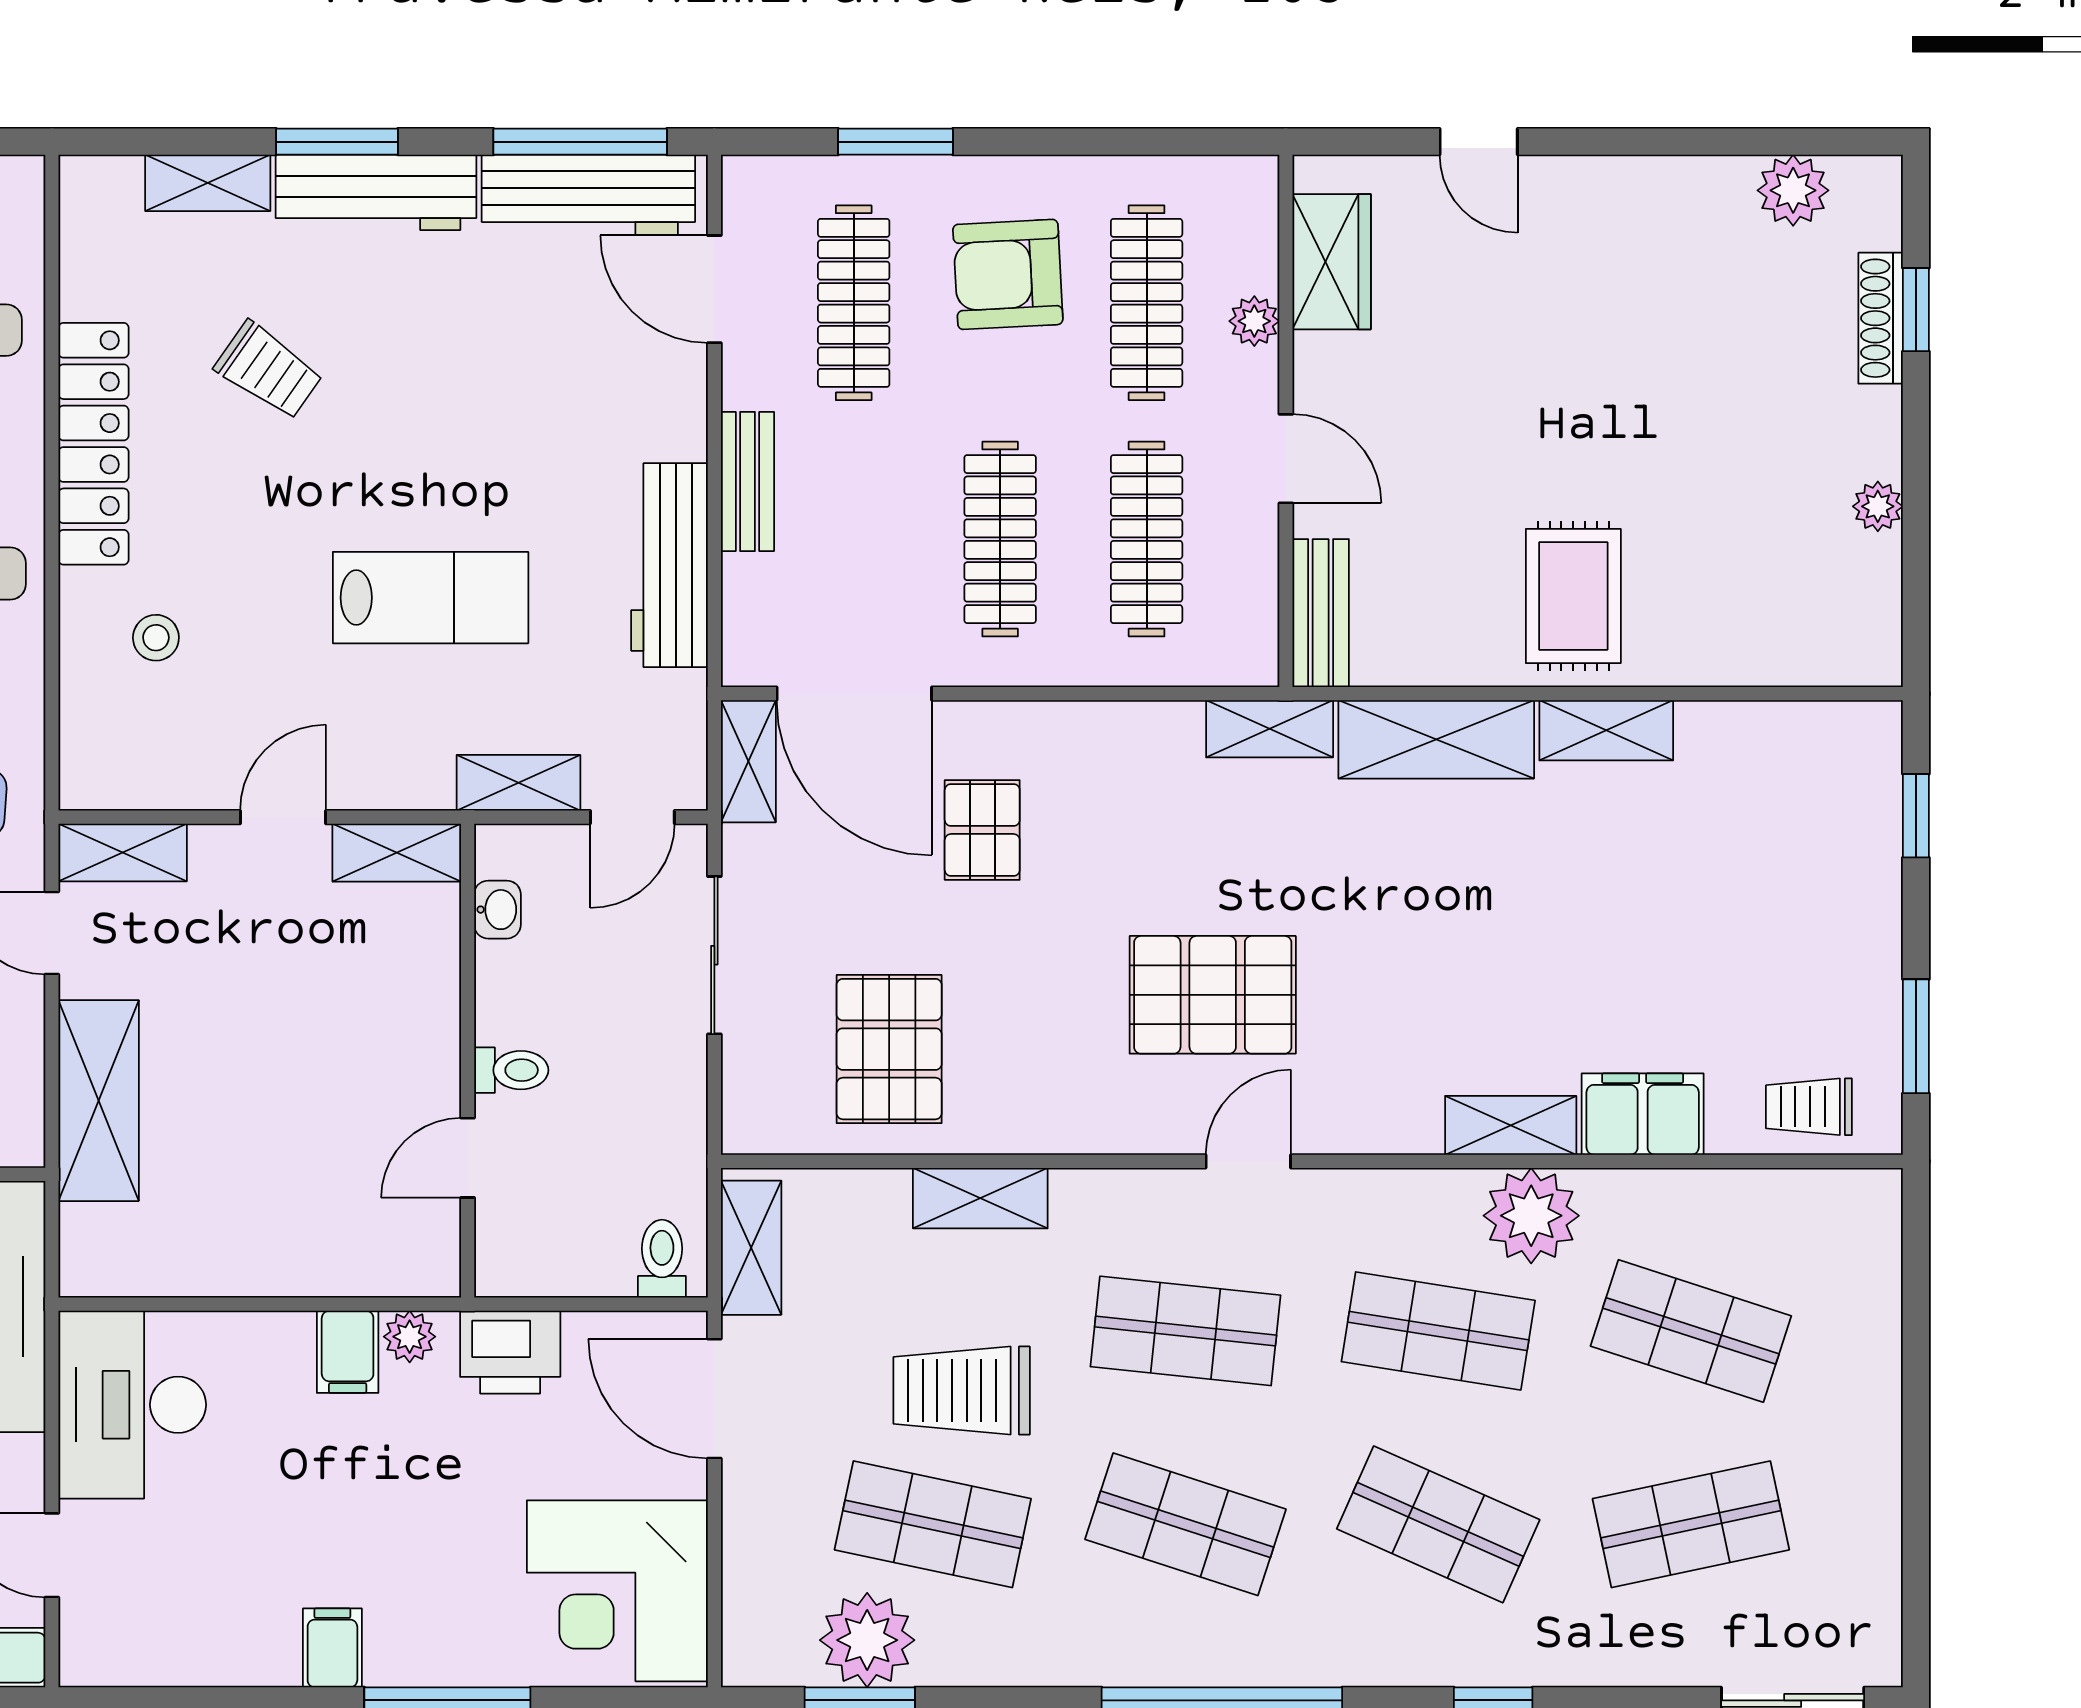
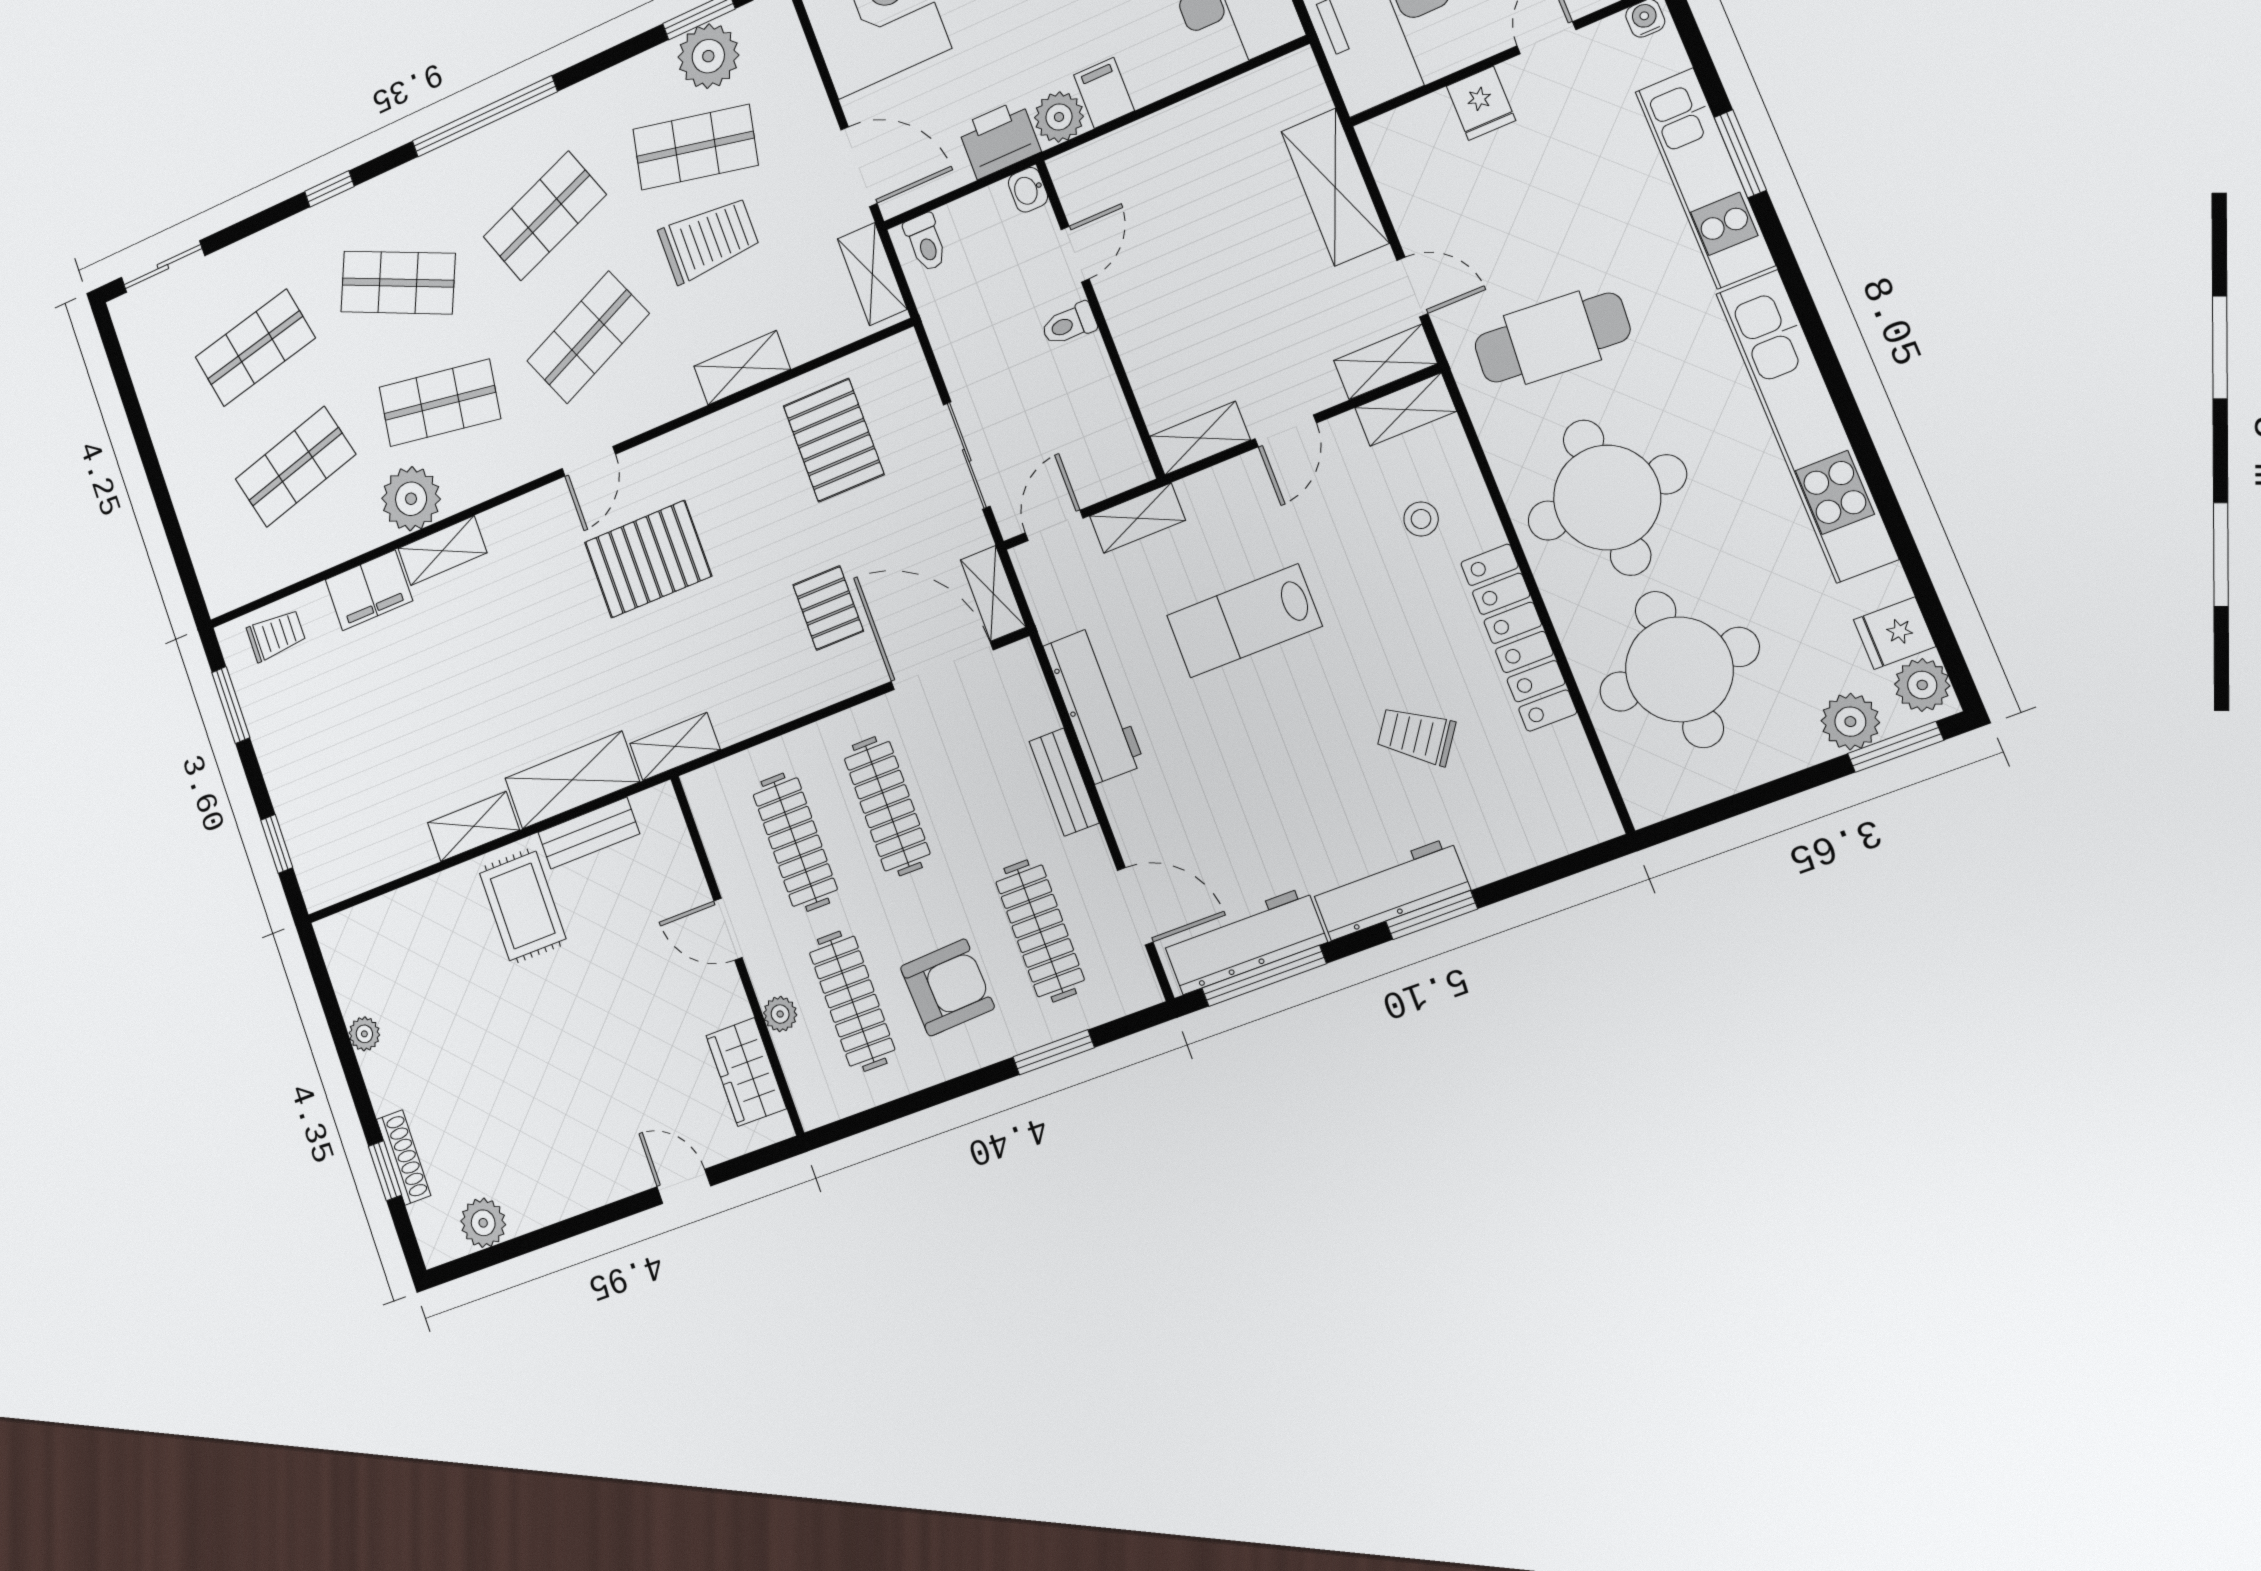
shelving: (208, 183) -> (1406, 410), moved
bench: (1321, 613) -> (589, 833), moved, turned 90
washbasin: (497, 910) -> (1028, 190), moved
shop shelf: (1186, 1331) -> (588, 337), turned -30
shop shelf: (1691, 1331) -> (295, 467), turned -33
plant: (410, 1337) -> (1059, 117), width x1.38, depth x1.38
shop shelf: (1186, 1524) -> (545, 216), turned -39

